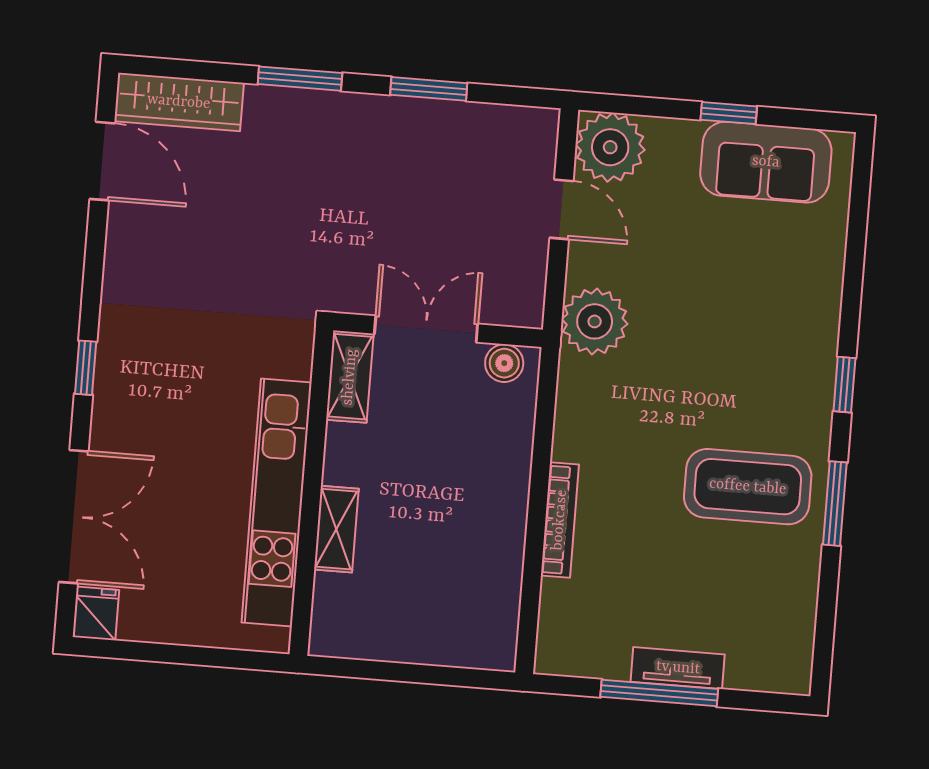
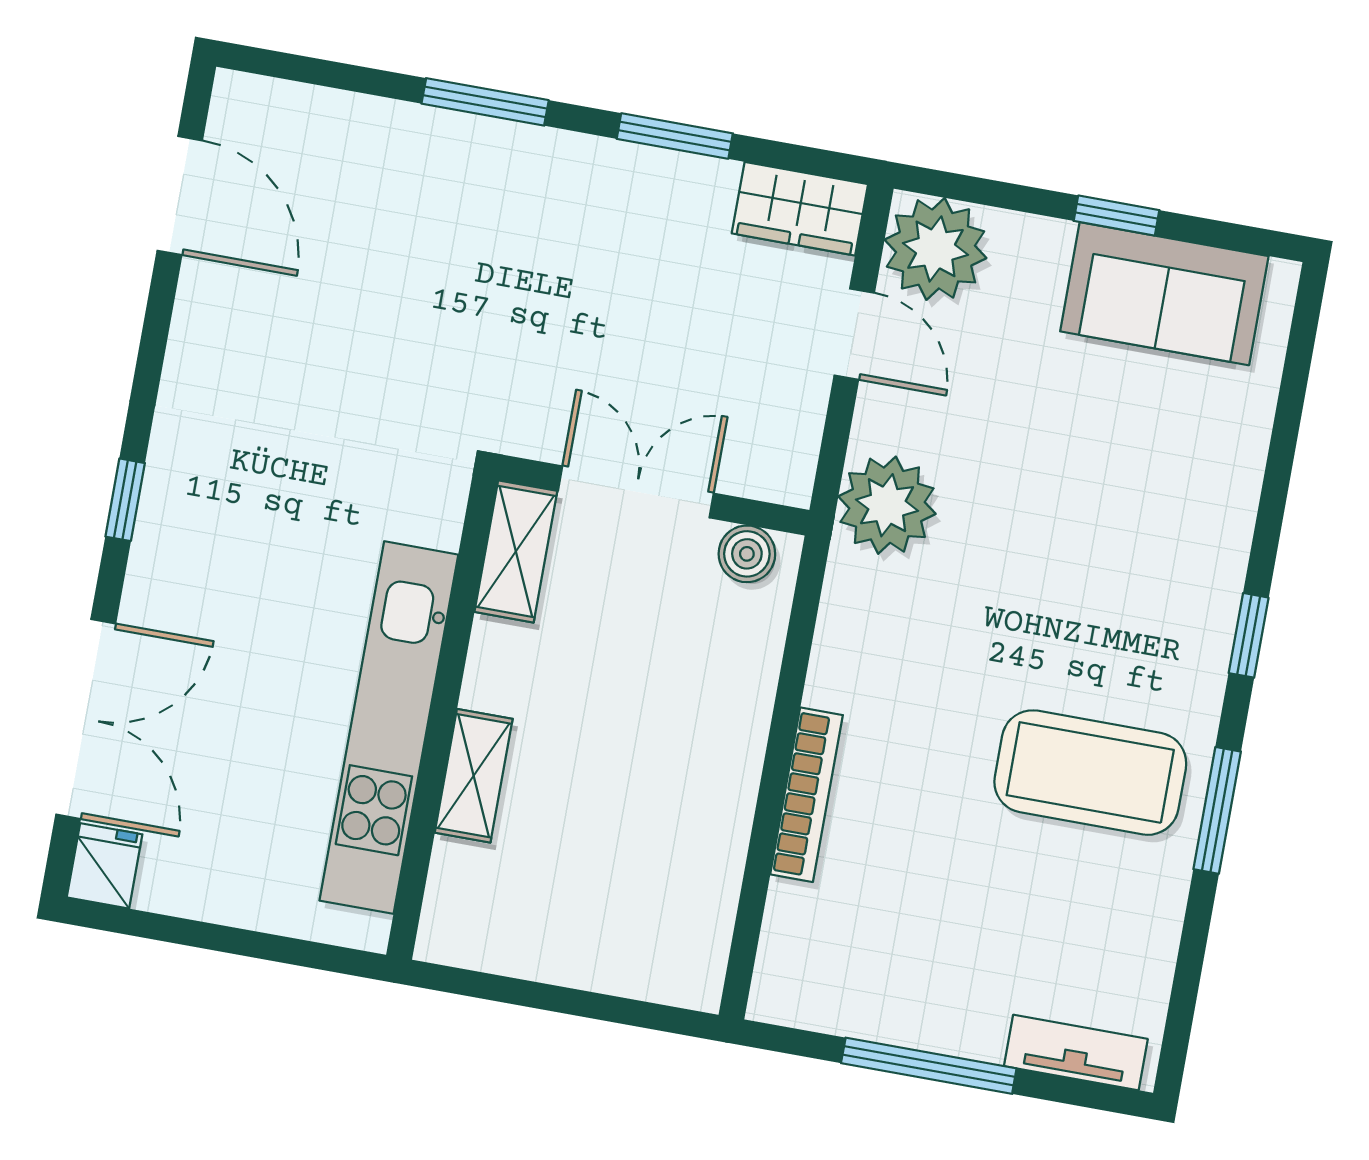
wardrobe: (179, 102) -> (800, 209), moved, width x0.67
tv unit: (678, 668) -> (1076, 1053), moved

